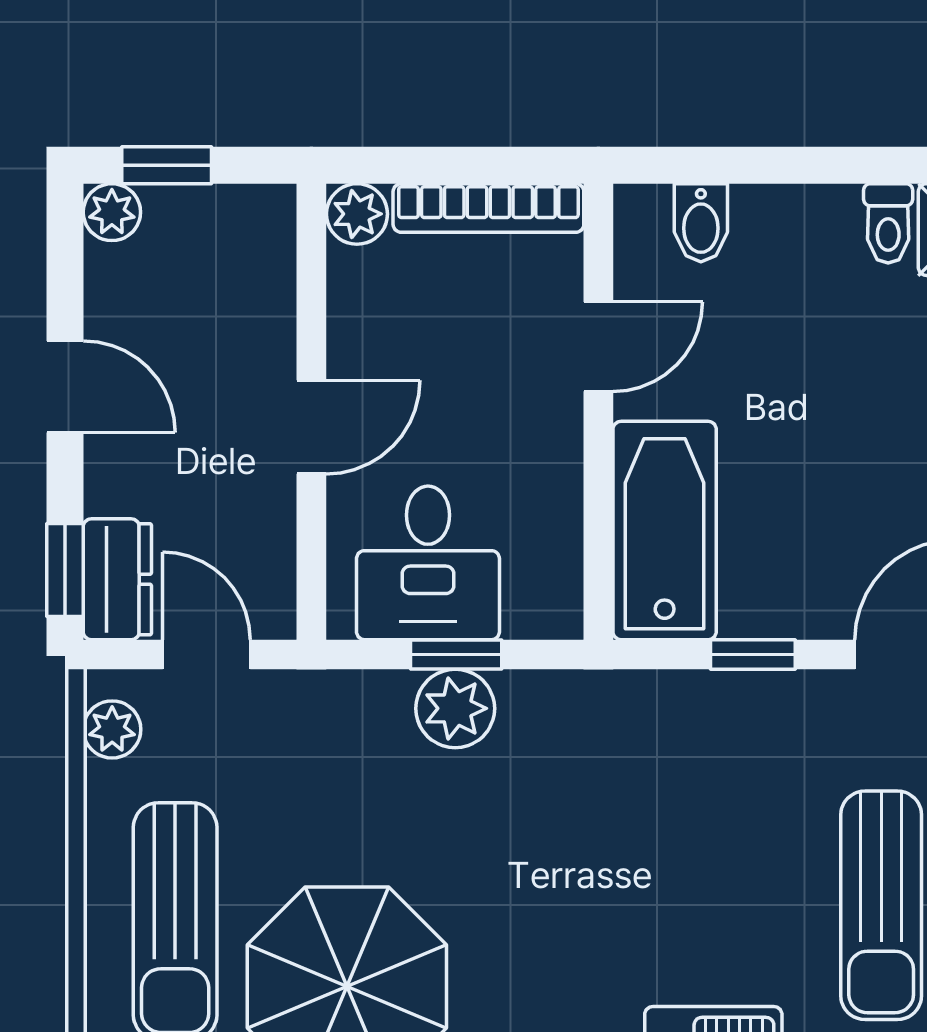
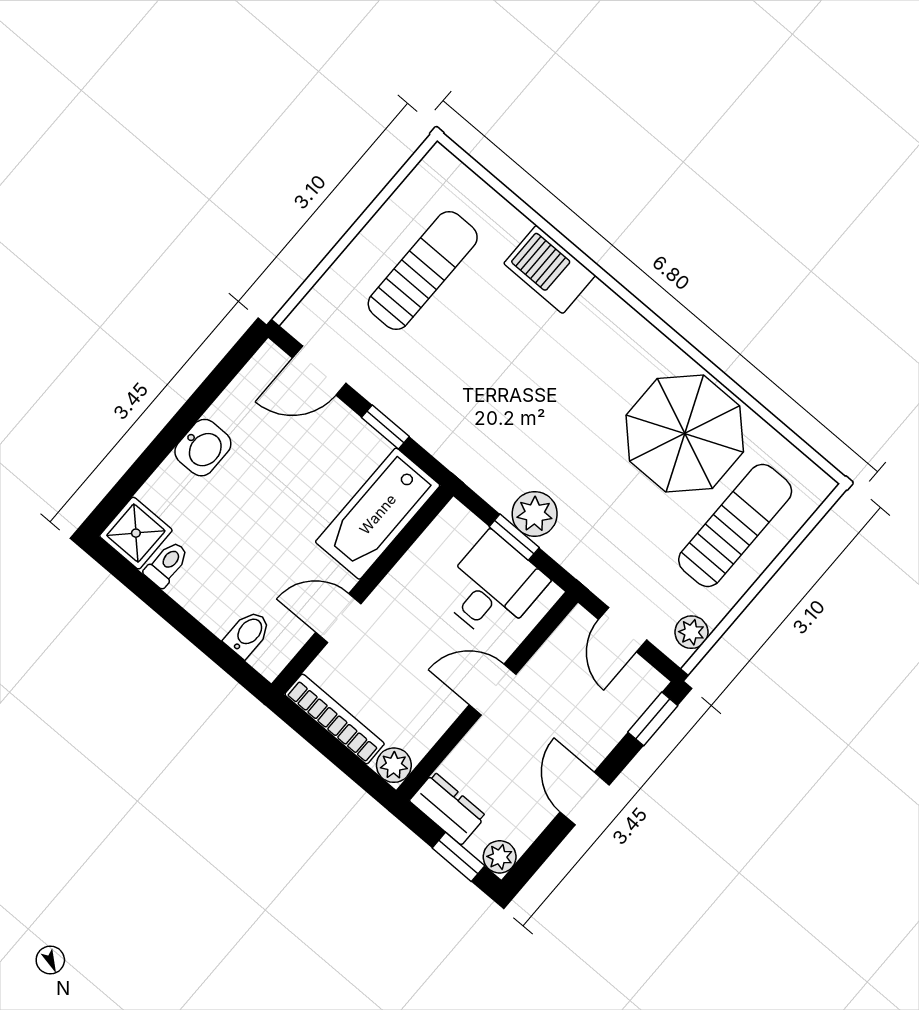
dresser: (117, 579) -> (448, 808), moved, turned 90

